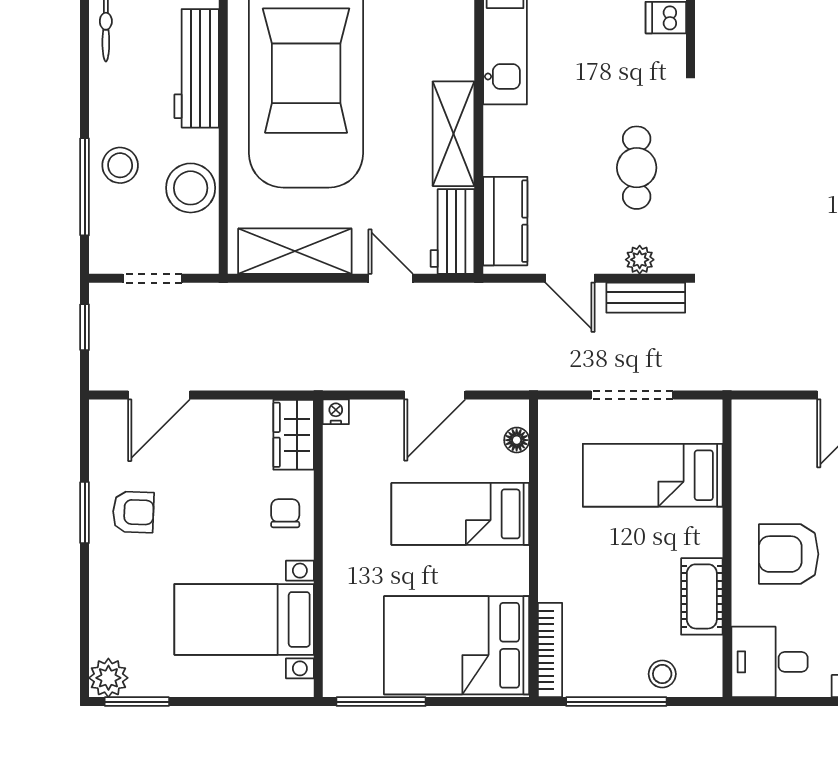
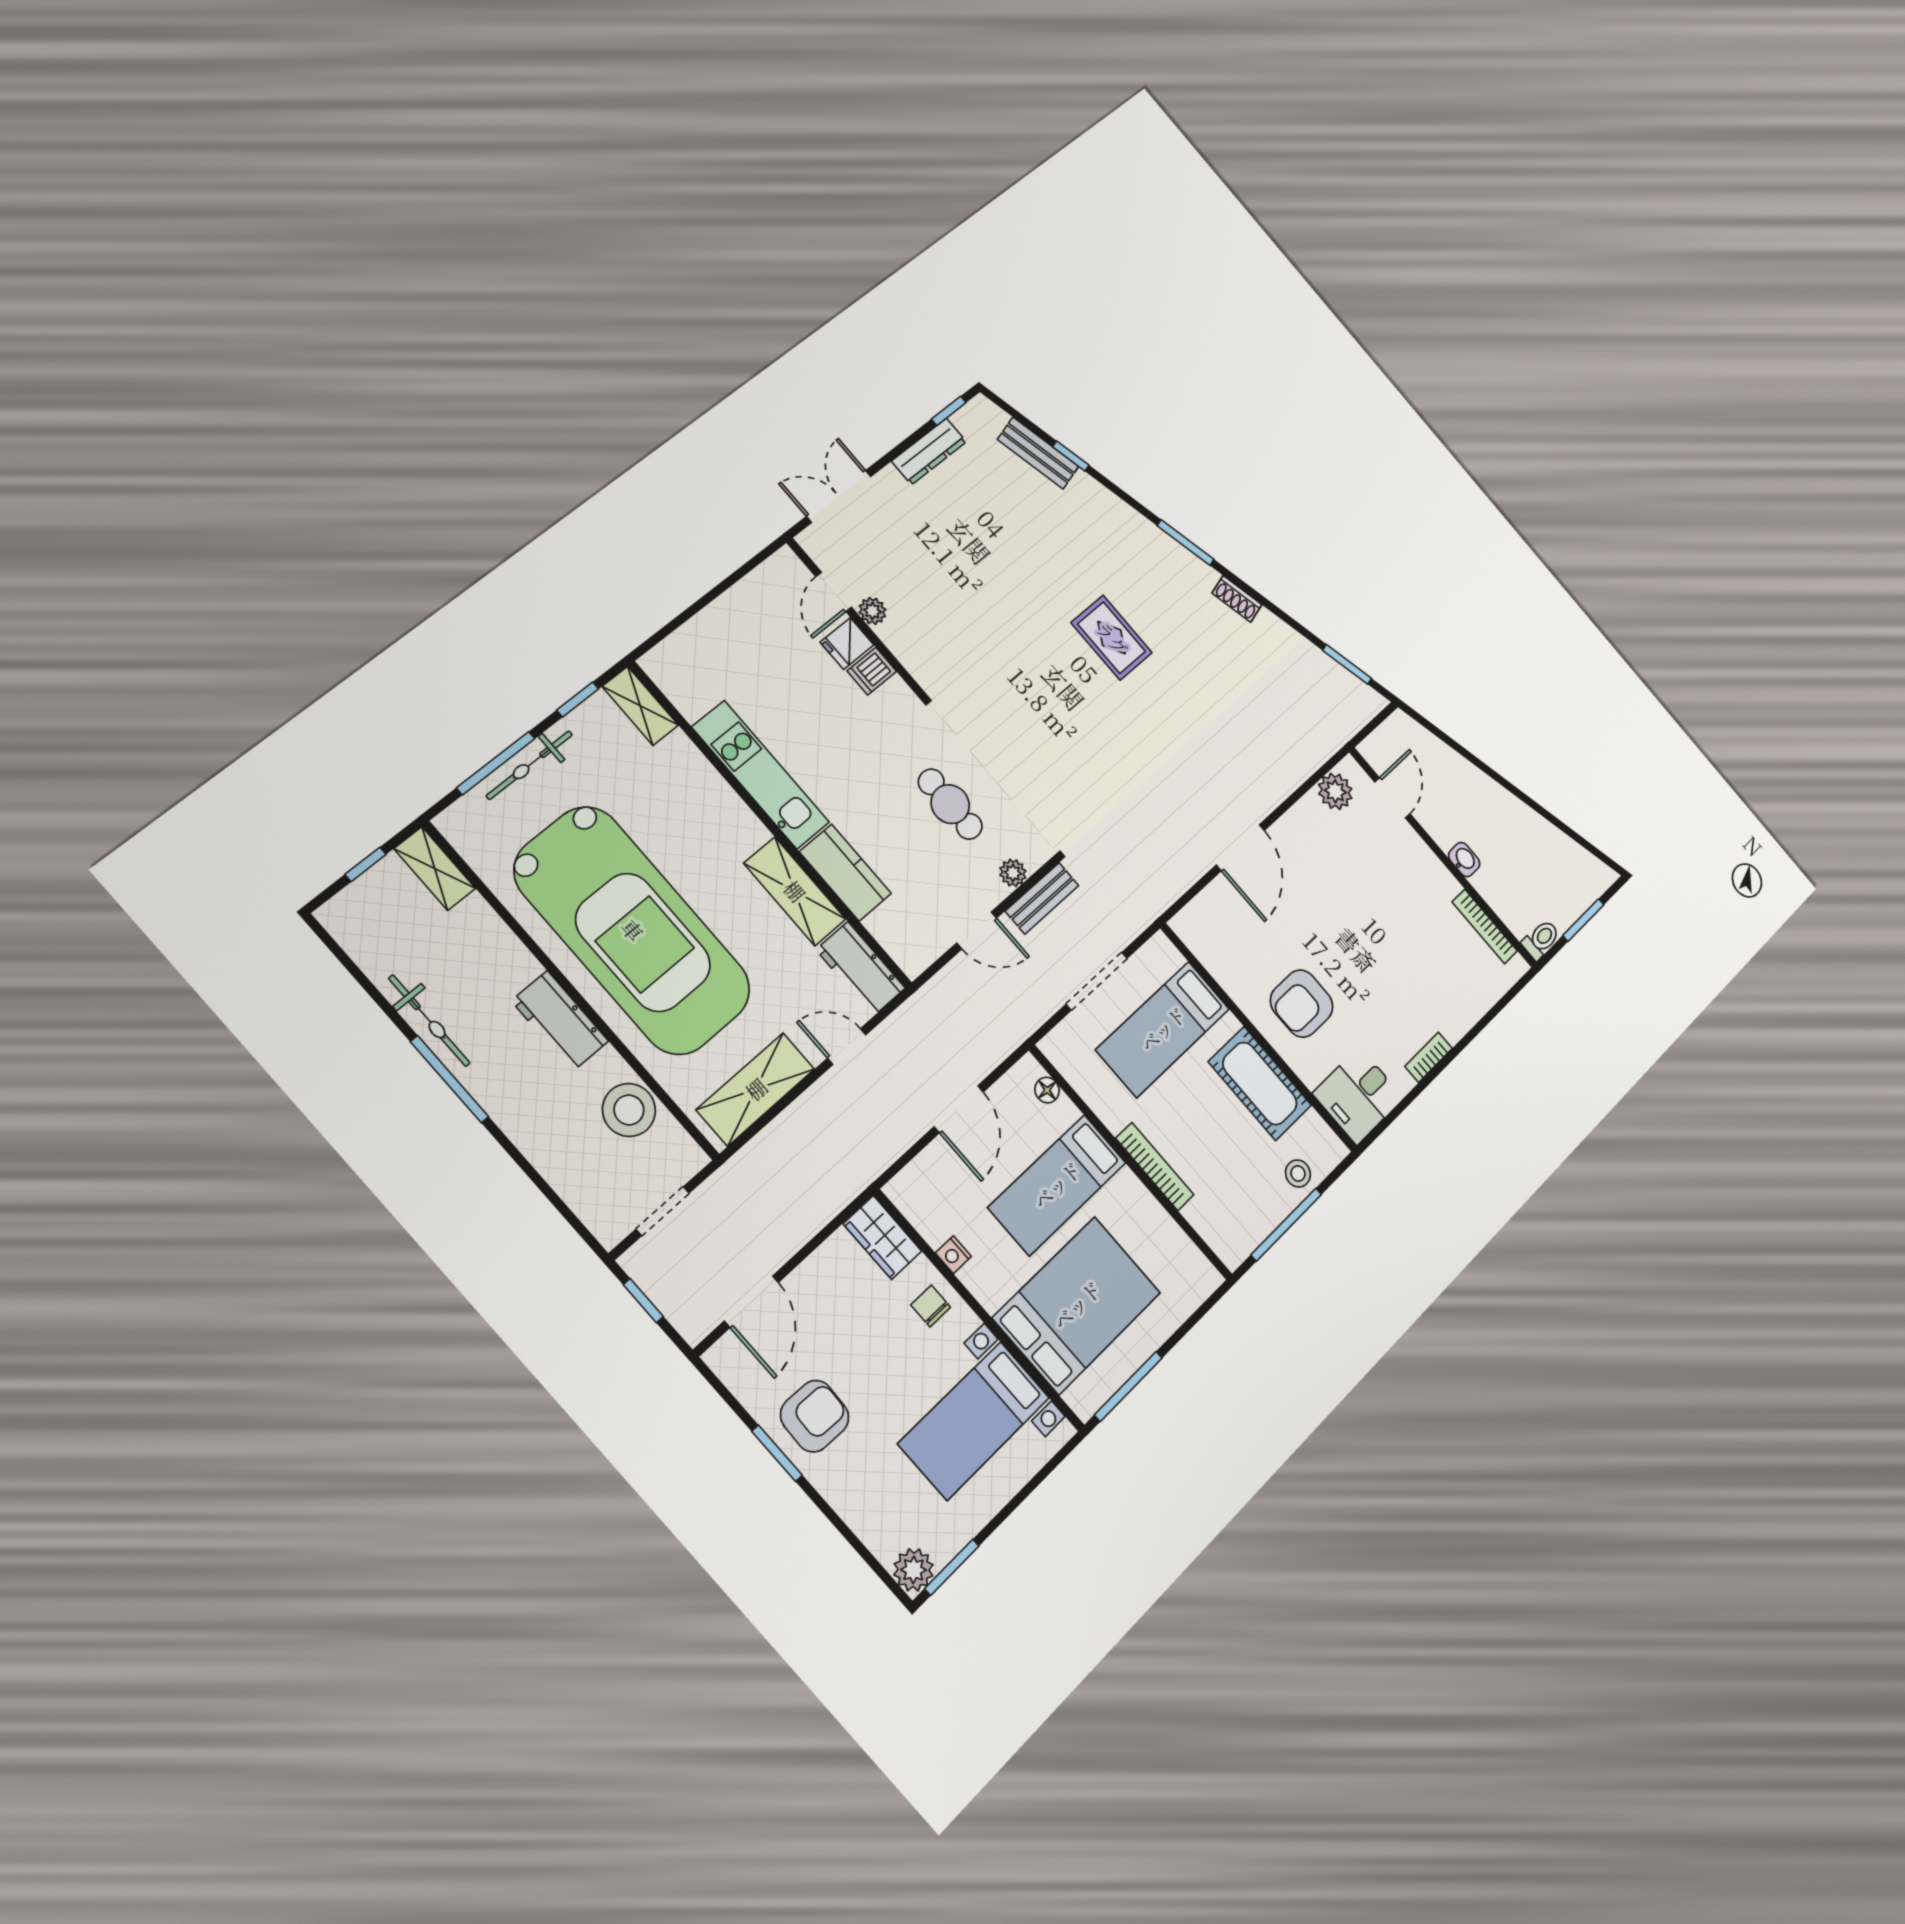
workbench: (197, 68) -> (560, 1021), width x0.73
stool: (120, 165) -> (555, 1141), removed
window: (85, 187) -> (449, 1079), moved
kitchen counter: (505, 221) -> (845, 873), moved
nightstand: (336, 412) -> (953, 1255), moved, turned -90
armchair: (133, 512) -> (815, 1416), width x1.38, depth x1.38
cot: (702, 596) -> (1260, 1083), width x1.37, depth x1.34
bed: (457, 645) -> (1077, 1305), moved, turned 180
bookcase: (550, 650) -> (1155, 1166), moved

